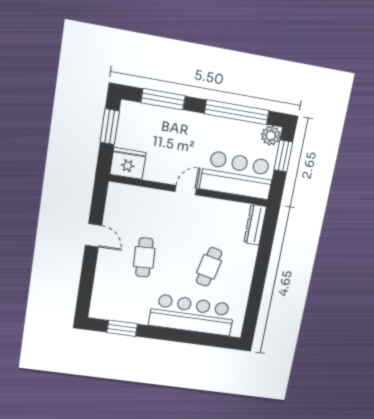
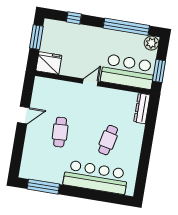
window: (163, 99) -> (74, 18), width x0.46
window: (283, 156) -> (159, 71), moved
door: (94, 235) -> (23, 115), hinge flipped
window: (122, 328) -> (43, 187), width x1.44

